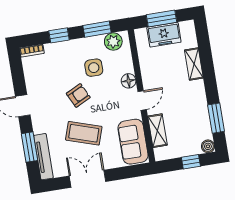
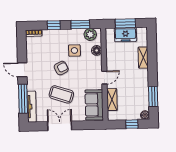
floor lamp: (129, 81) -> (97, 50), moved
window: (30, 147) -> (23, 99), width x1.44

